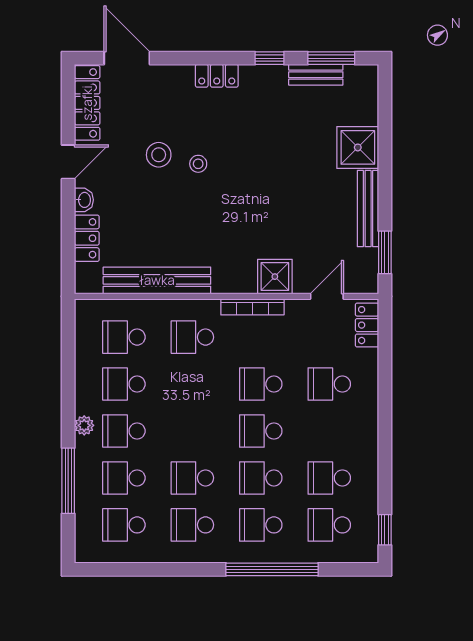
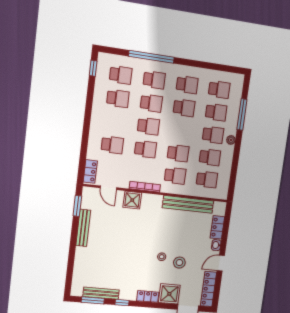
bench: (316, 75) -> (101, 293), width x1.36
shower: (358, 147) -> (169, 294), moved
door: (327, 296) -> (108, 188), hinge flipped
school desk: (192, 384) -> (178, 153), added

